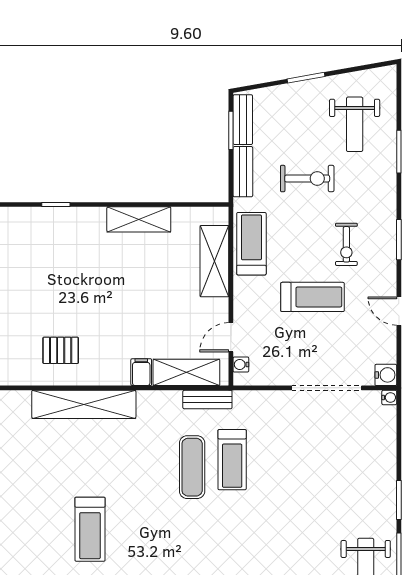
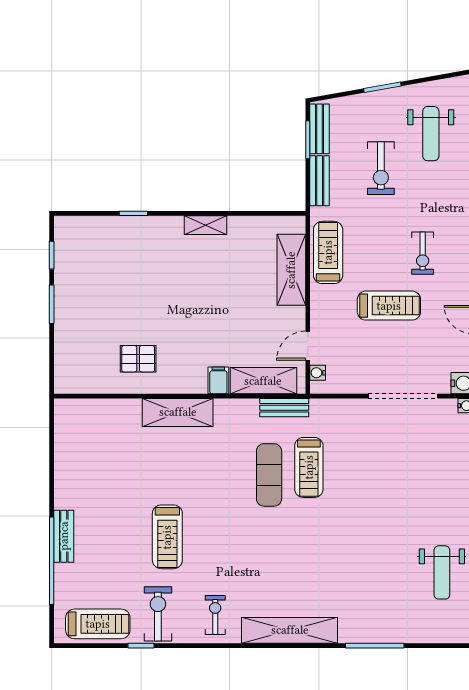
exercise bike: (307, 179) -> (381, 168), moved, turned 90
shelving: (139, 219) -> (205, 225), width x0.67, depth x0.75
shelving: (84, 404) -> (178, 412), width x0.68

